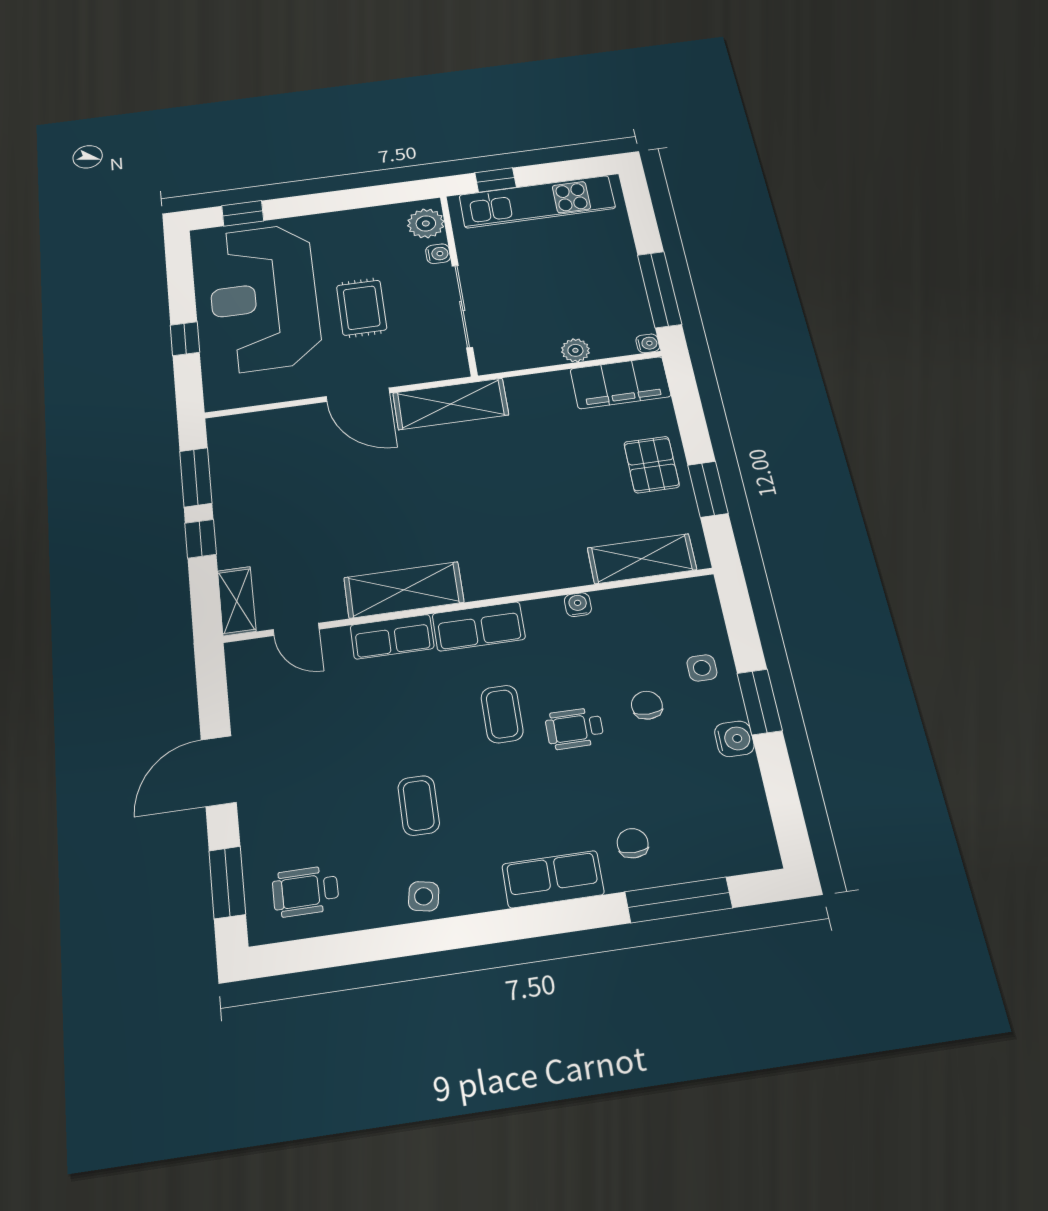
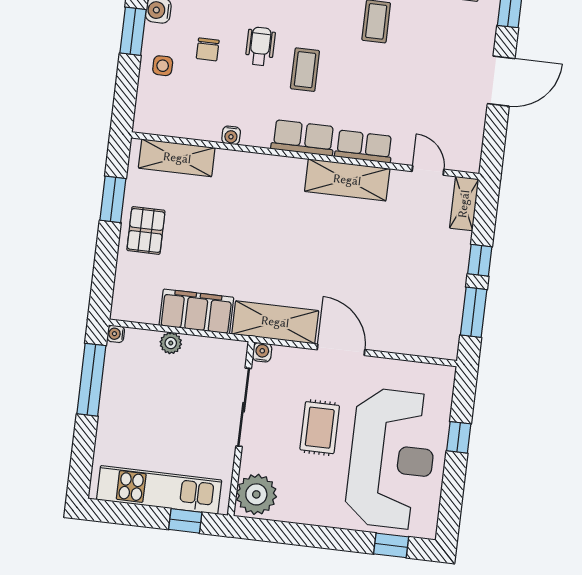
plant: (426, 223) -> (256, 494), width x1.36, depth x1.36
water cooler: (438, 254) -> (262, 352), moved, turned 90
filing cabinet: (620, 383) -> (196, 311), moved
wheelchair: (574, 728) -> (260, 46), turned -90

